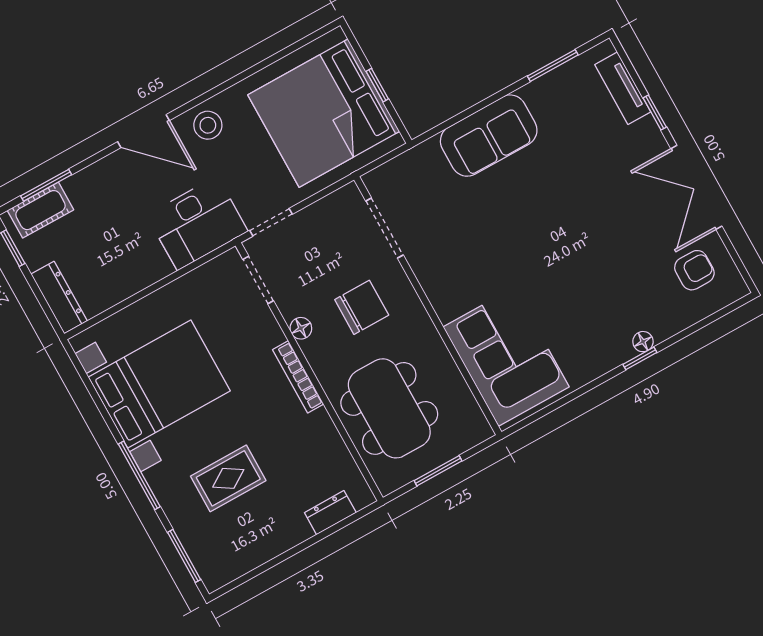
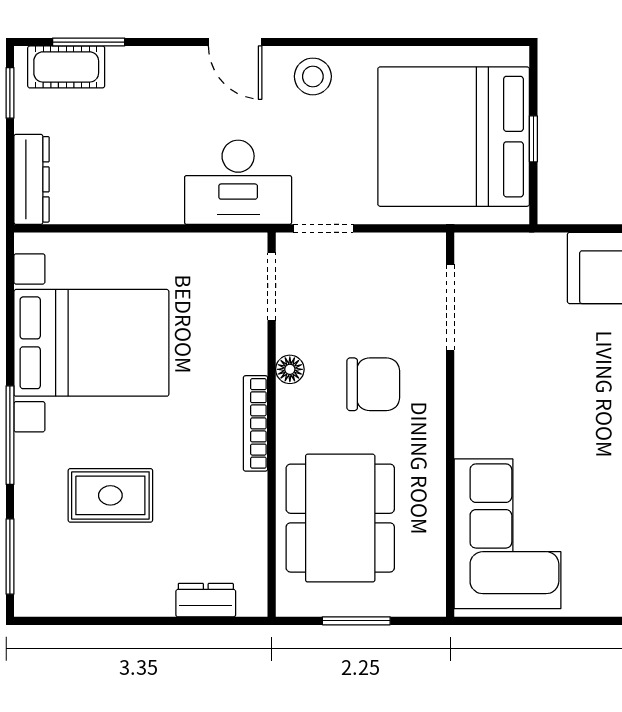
door: (144, 131) -> (235, 42), width x0.73

